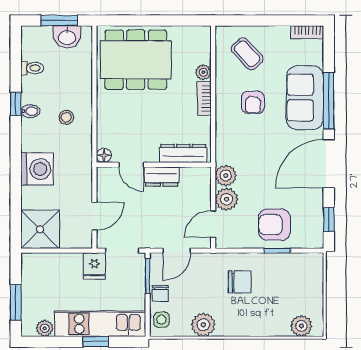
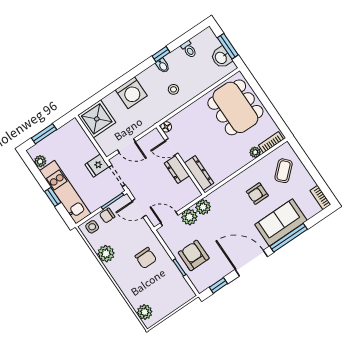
bookcase: (204, 99) -> (271, 142), moved
door: (131, 165) -> (172, 147), hinge flipped

